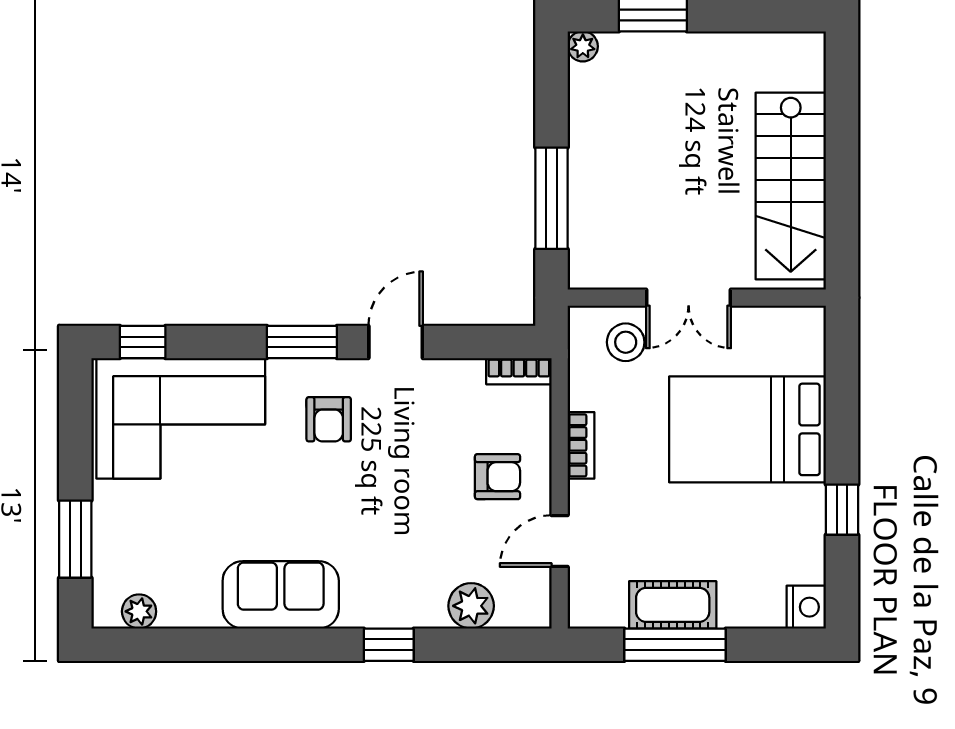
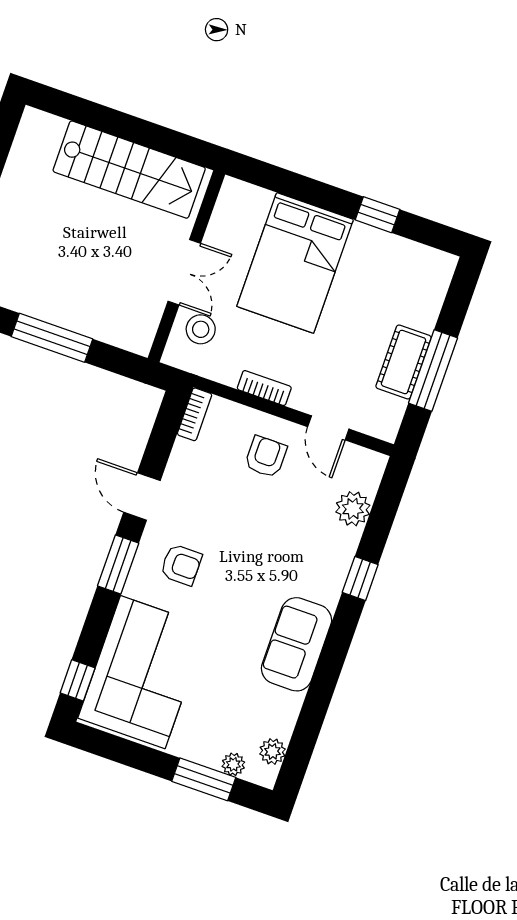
window: (552, 198) -> (52, 338), moved
plant: (107, 569) -> (233, 764), added
nightstand: (806, 607) -> (439, 265), removed

